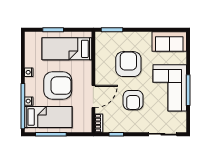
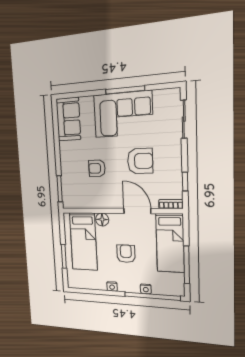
armchair: (128, 64) -> (97, 168), width x0.53, depth x0.53
floor lamp: (86, 66) -> (102, 219), added
armchair: (58, 86) -> (126, 254), width x0.53, depth x0.53
bed: (48, 117) -> (170, 243), moved, turned 180

